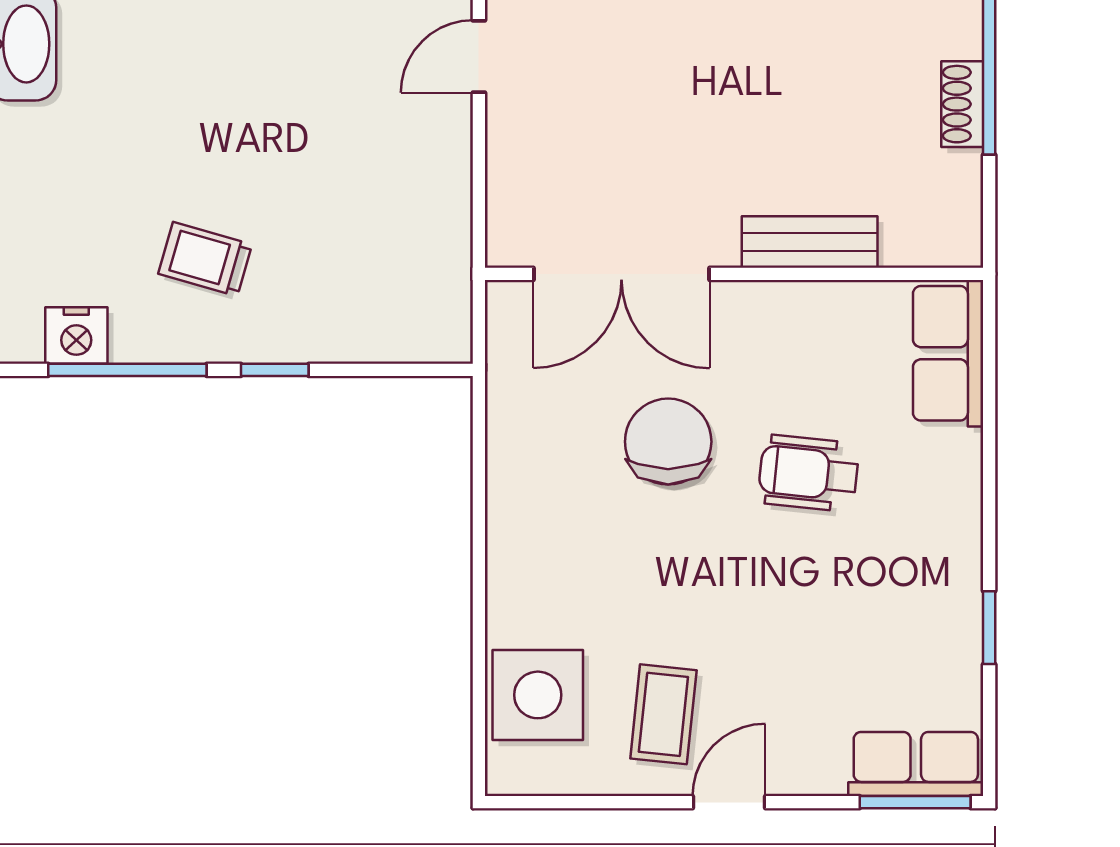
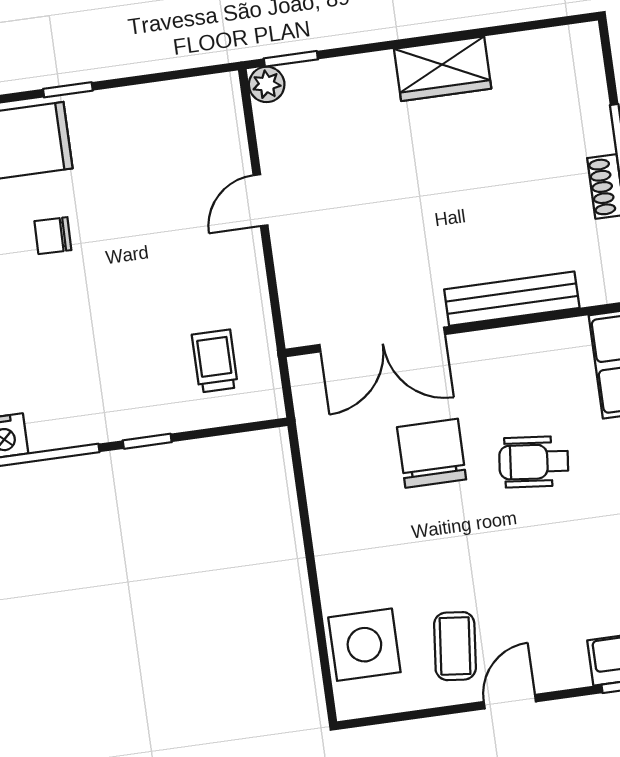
chair: (183, 66) -> (53, 236), added
bench: (810, 242) -> (512, 299), width x1.36
trolley: (205, 259) -> (215, 361), moved, turned 74

